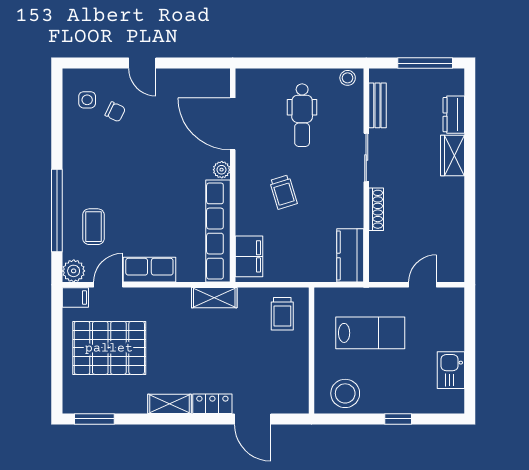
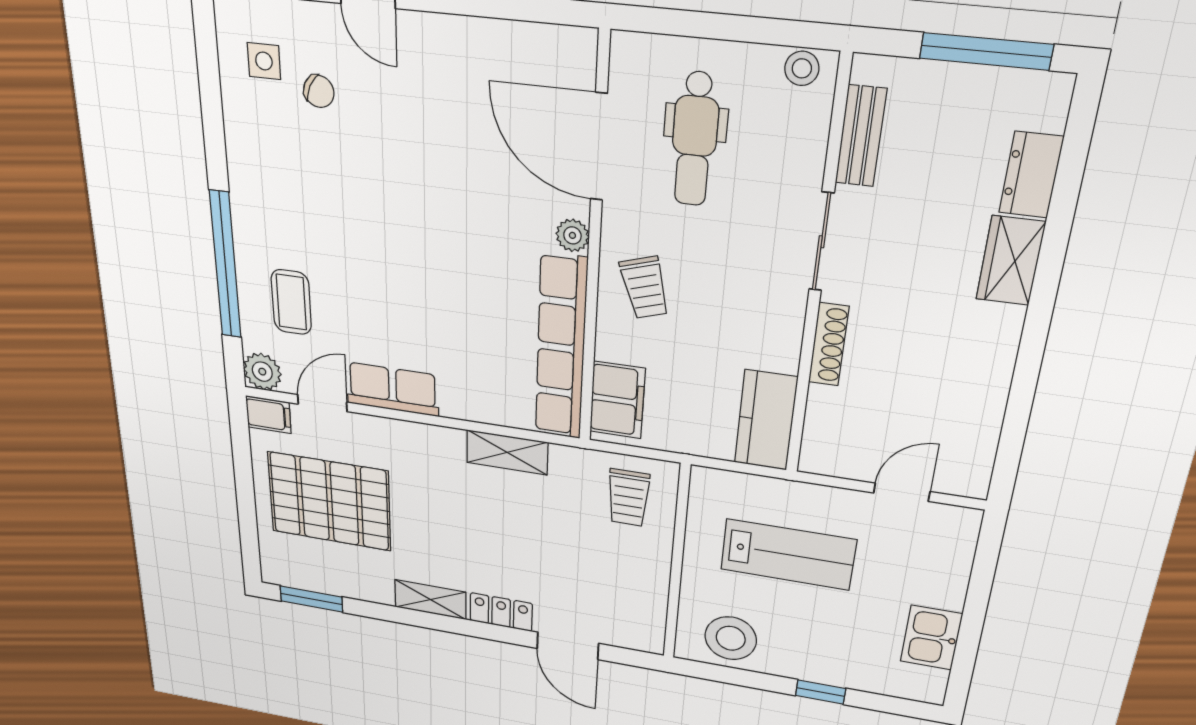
door: (233, 124) -> (599, 147), moved
plant: (222, 170) -> (572, 235), moved
wall: (233, 175) -> (594, 249), moved
row of seats: (218, 231) -> (561, 348), moved
filing cabinet: (249, 256) -> (617, 400), moved

